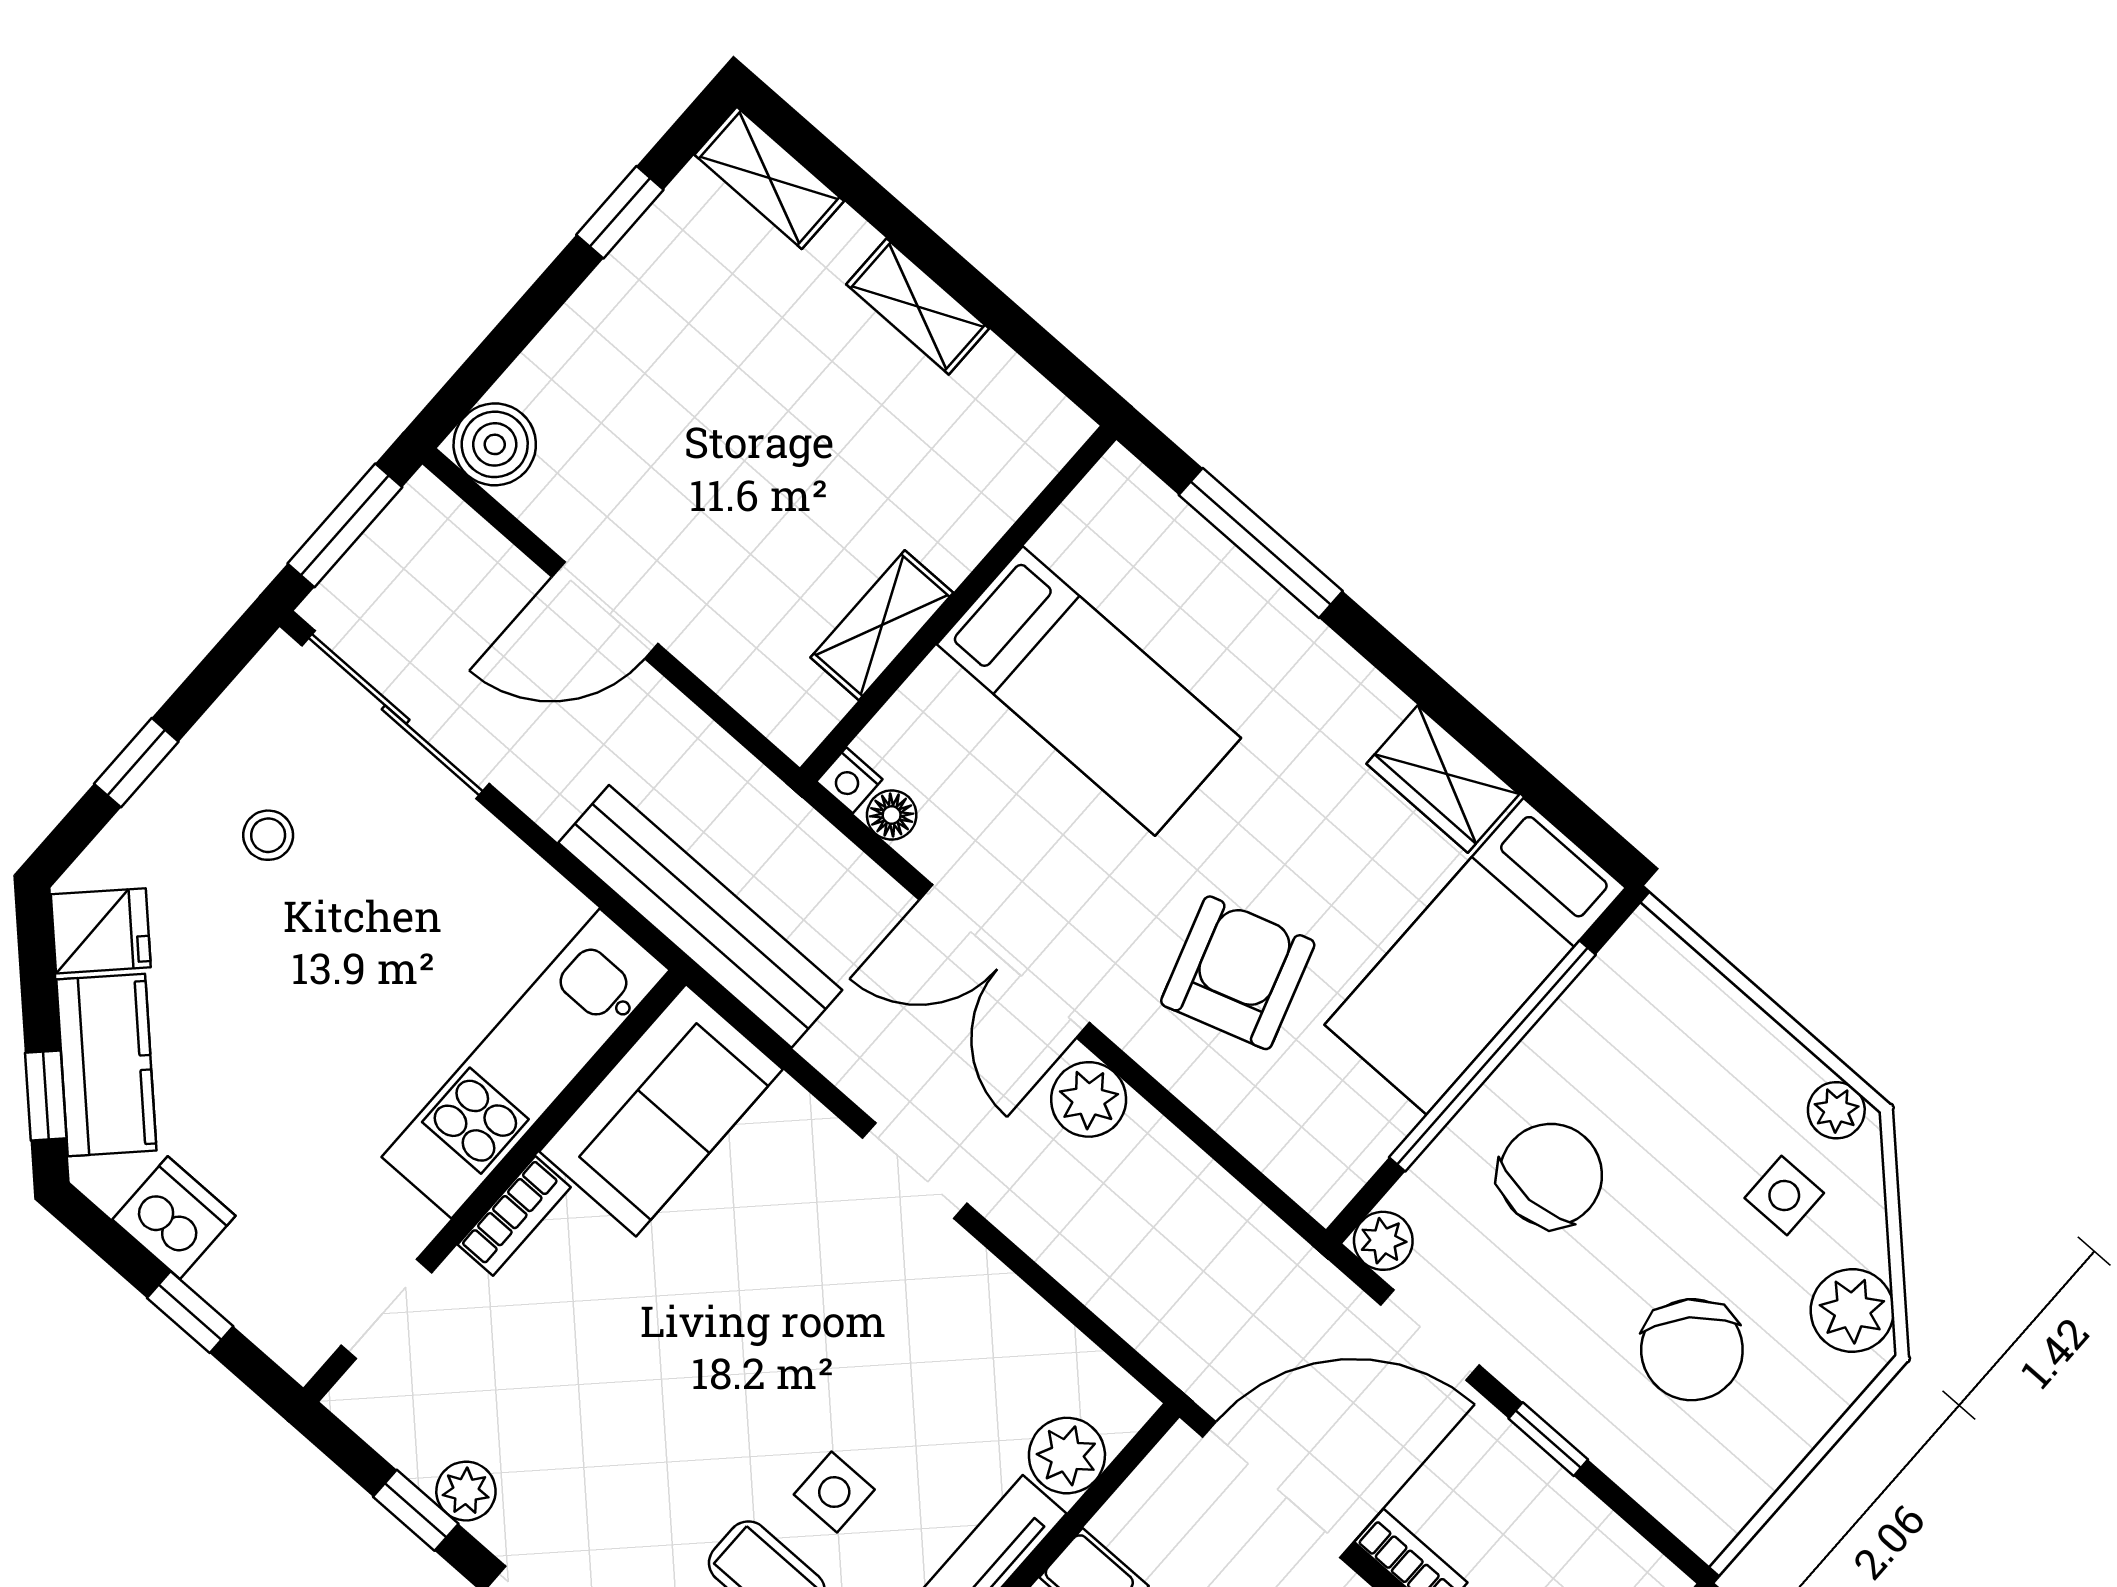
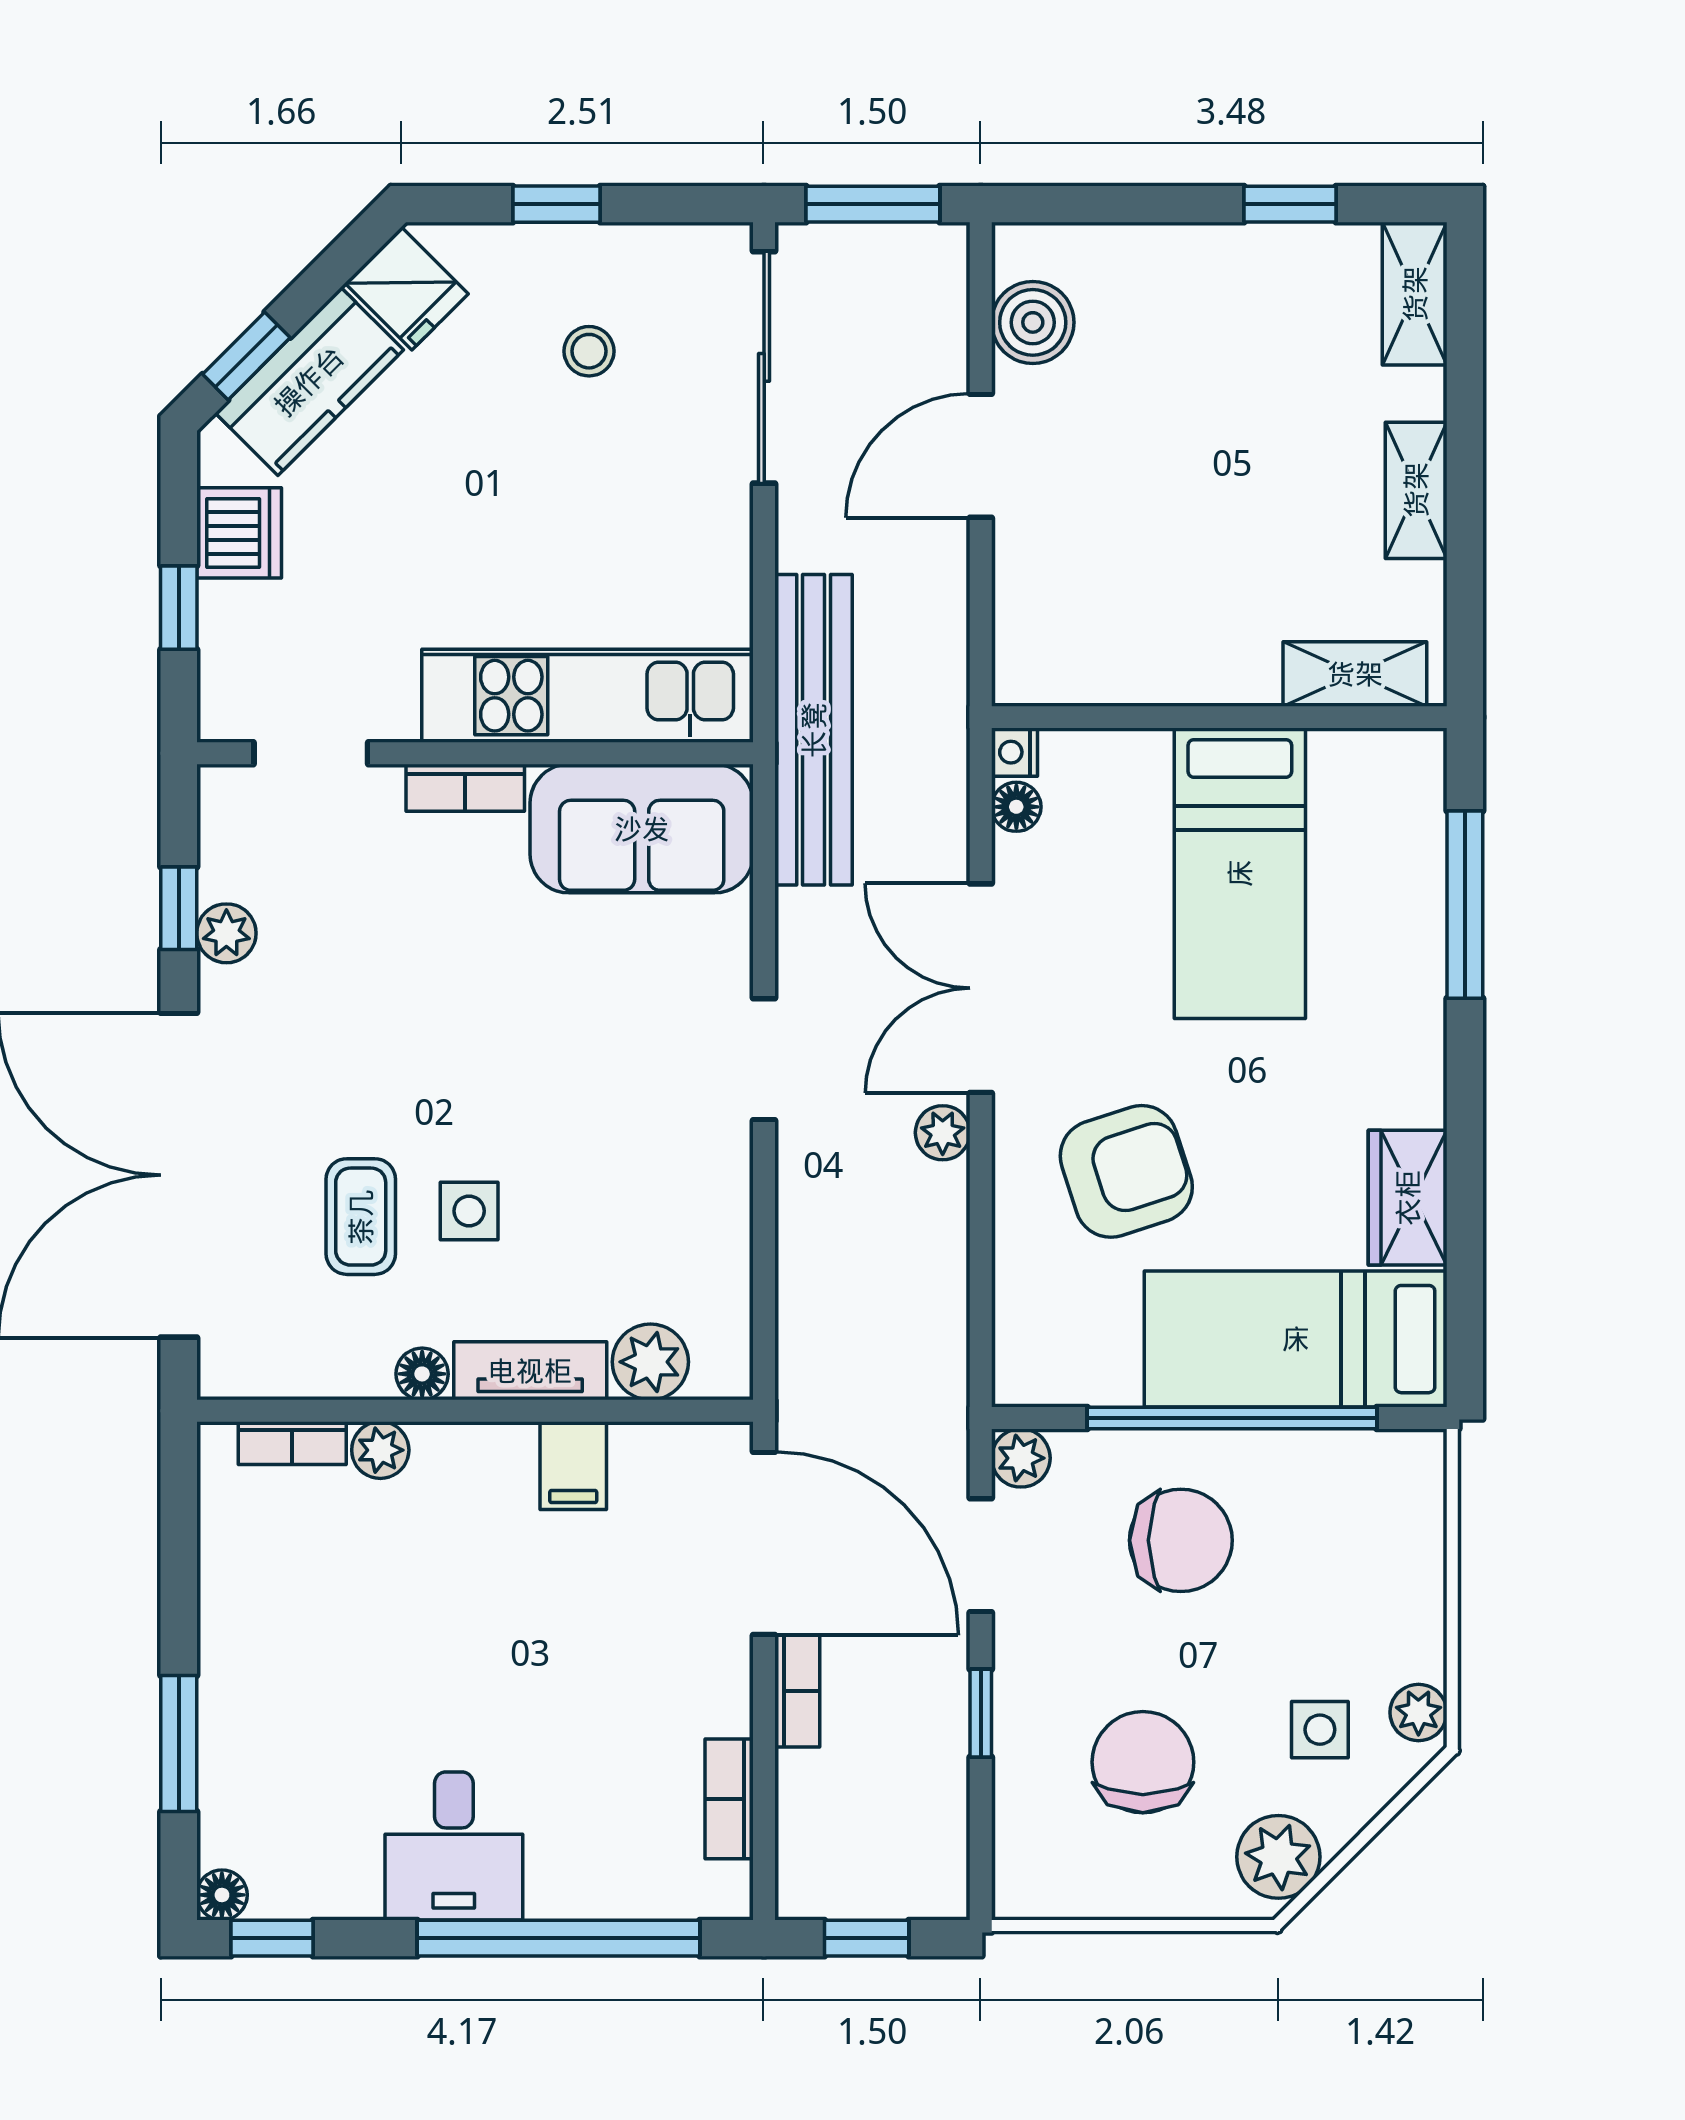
boiler: (495, 444) -> (1033, 322), moved
door: (605, 610) -> (981, 456), hinge flipped
shelving: (882, 625) -> (1355, 674), moved
plant: (1089, 1099) -> (943, 1133), width x0.73, depth x0.73
chair: (1692, 1350) -> (1143, 1762), turned 136

